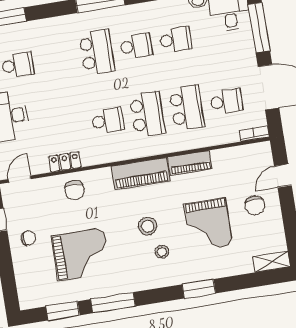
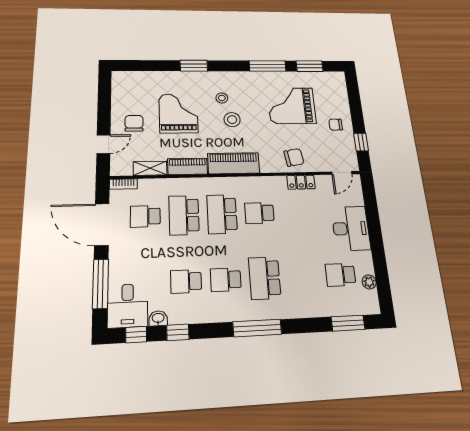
chair: (74, 190) -> (294, 157), turned 81
shelving: (272, 262) -> (150, 168), moved

